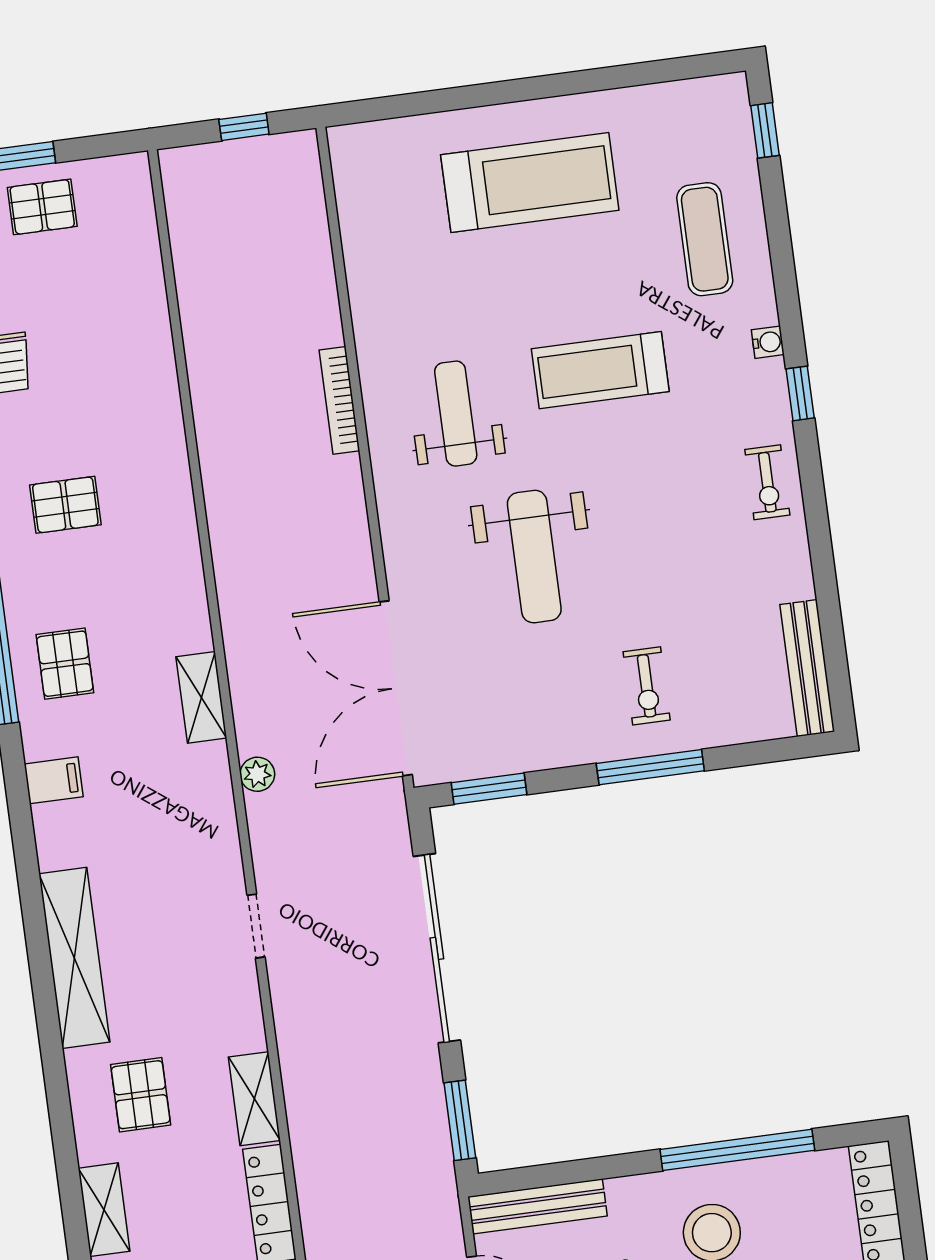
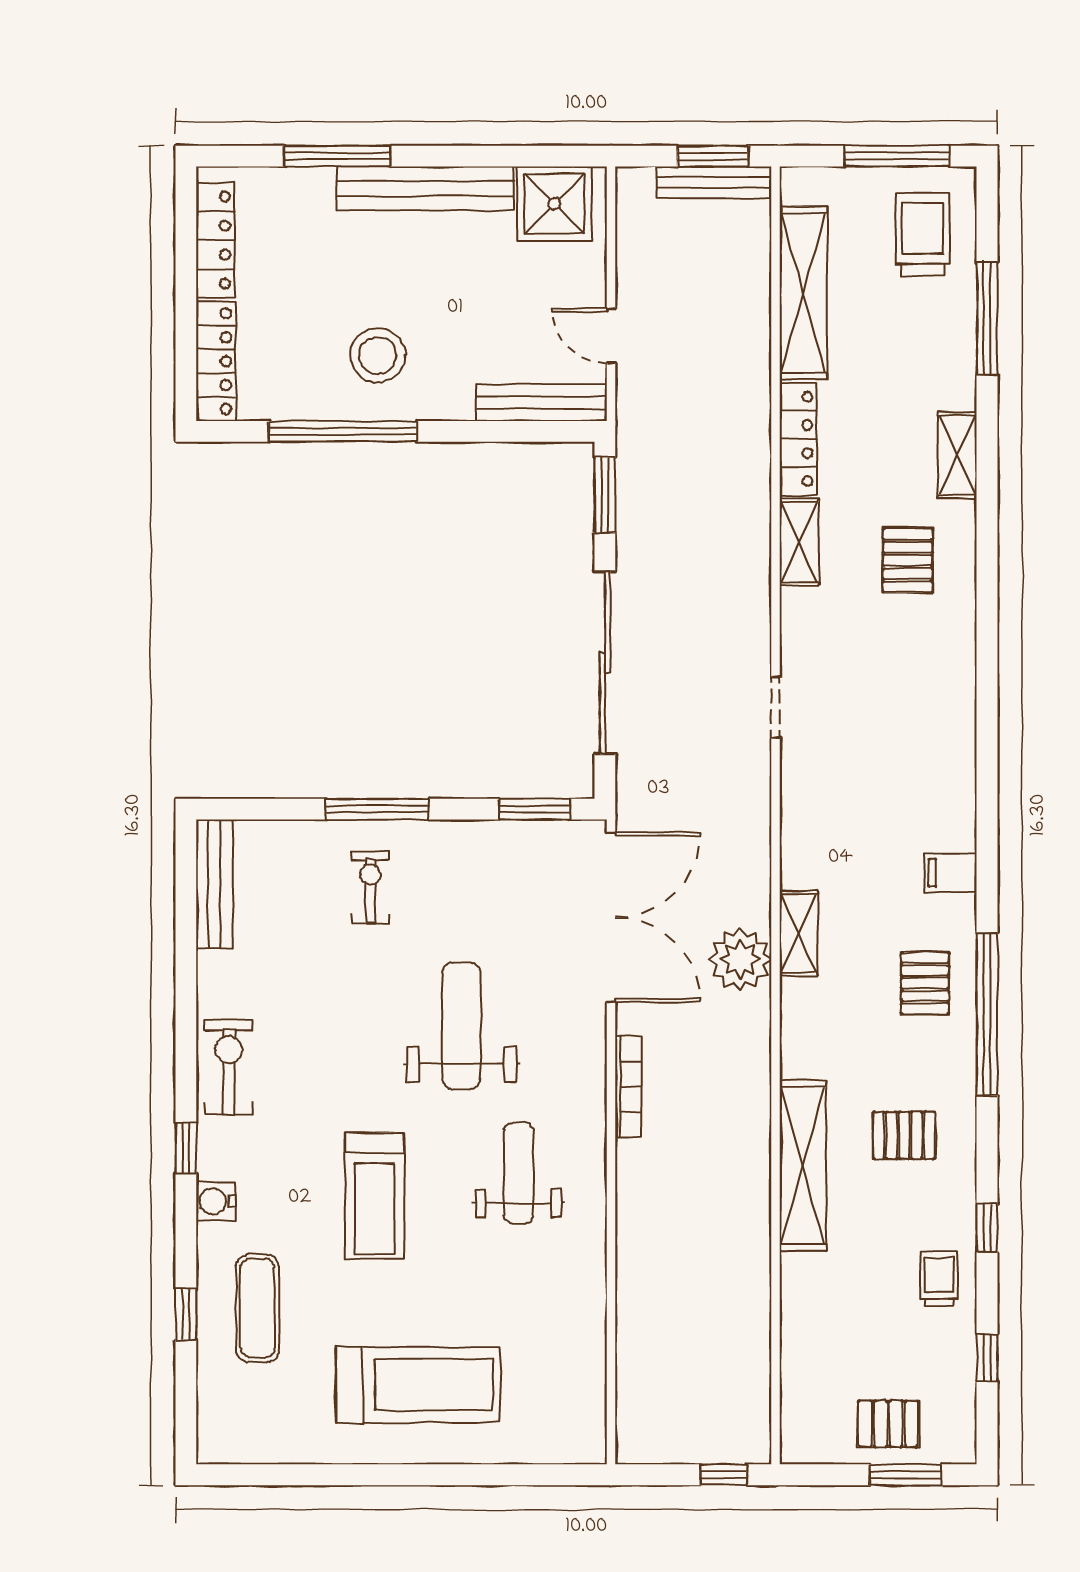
window: (244, 127) -> (723, 1475), moved
window: (765, 130) -> (186, 1315), moved
treadmill: (530, 183) -> (418, 1385), turned 180
water cooler: (768, 342) -> (216, 1201), width x1.38, depth x1.38
treadmill: (600, 370) -> (374, 1196), turned 90
bookcase: (339, 400) -> (628, 1086), moved
weight bench: (456, 414) -> (518, 1173), turned 180
exercise bike: (767, 482) -> (229, 1067), width x1.38, depth x1.39
plant: (257, 774) -> (740, 959), moved, width x1.87, depth x1.87
shelving: (74, 958) -> (803, 1166), moved

